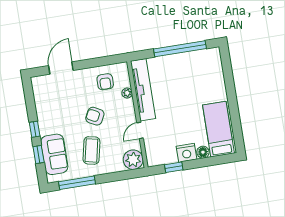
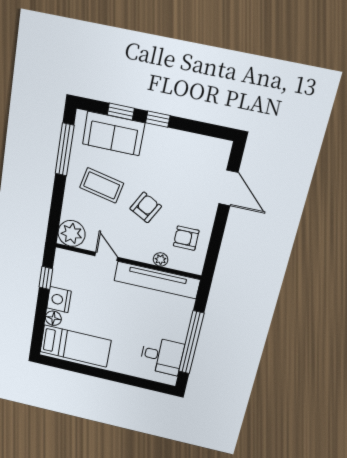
desk: (199, 65) -> (162, 356), added

